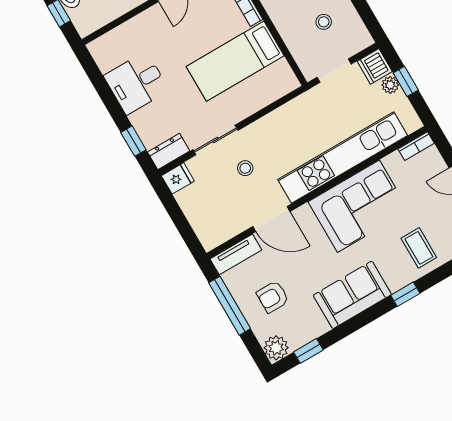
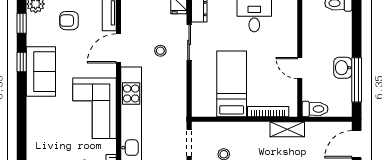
coffee table: (419, 248) -> (46, 131), removed
window: (405, 294) -> (22, 62), moved
armchair: (273, 297) -> (69, 21), turned -90

